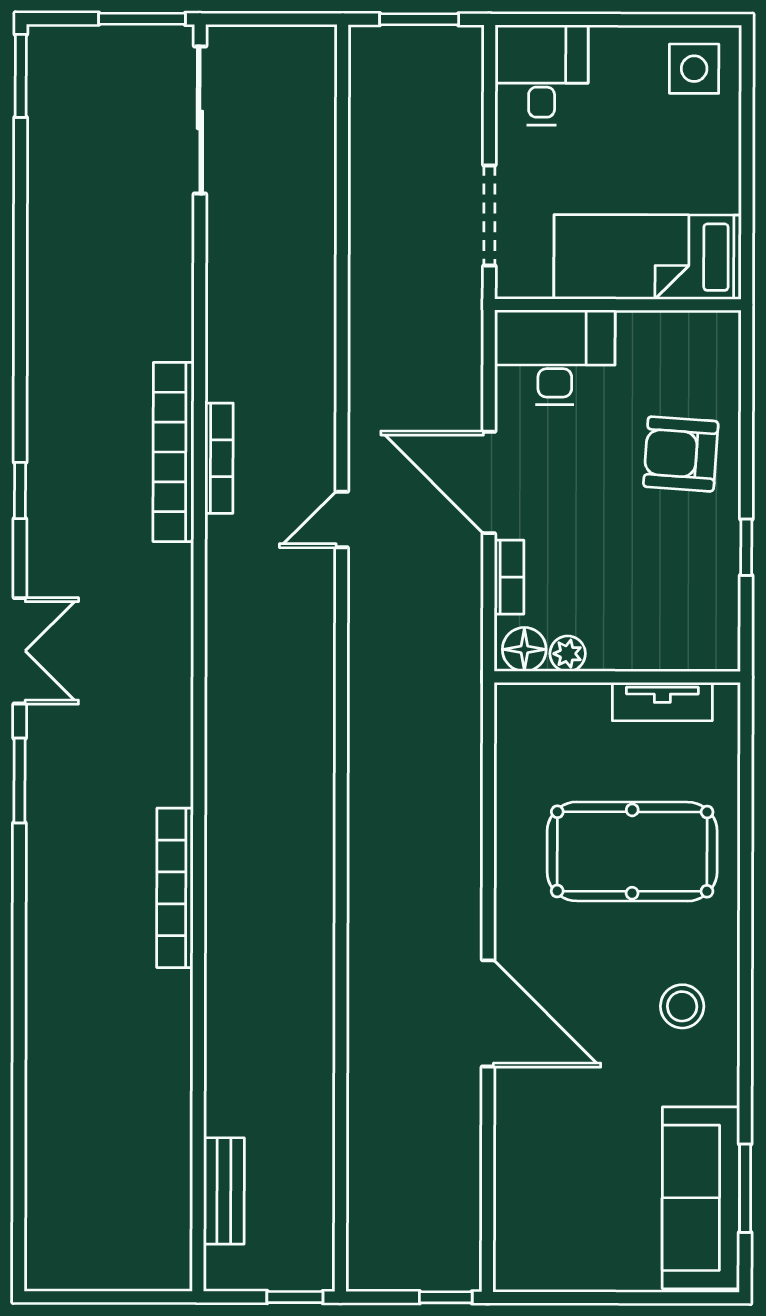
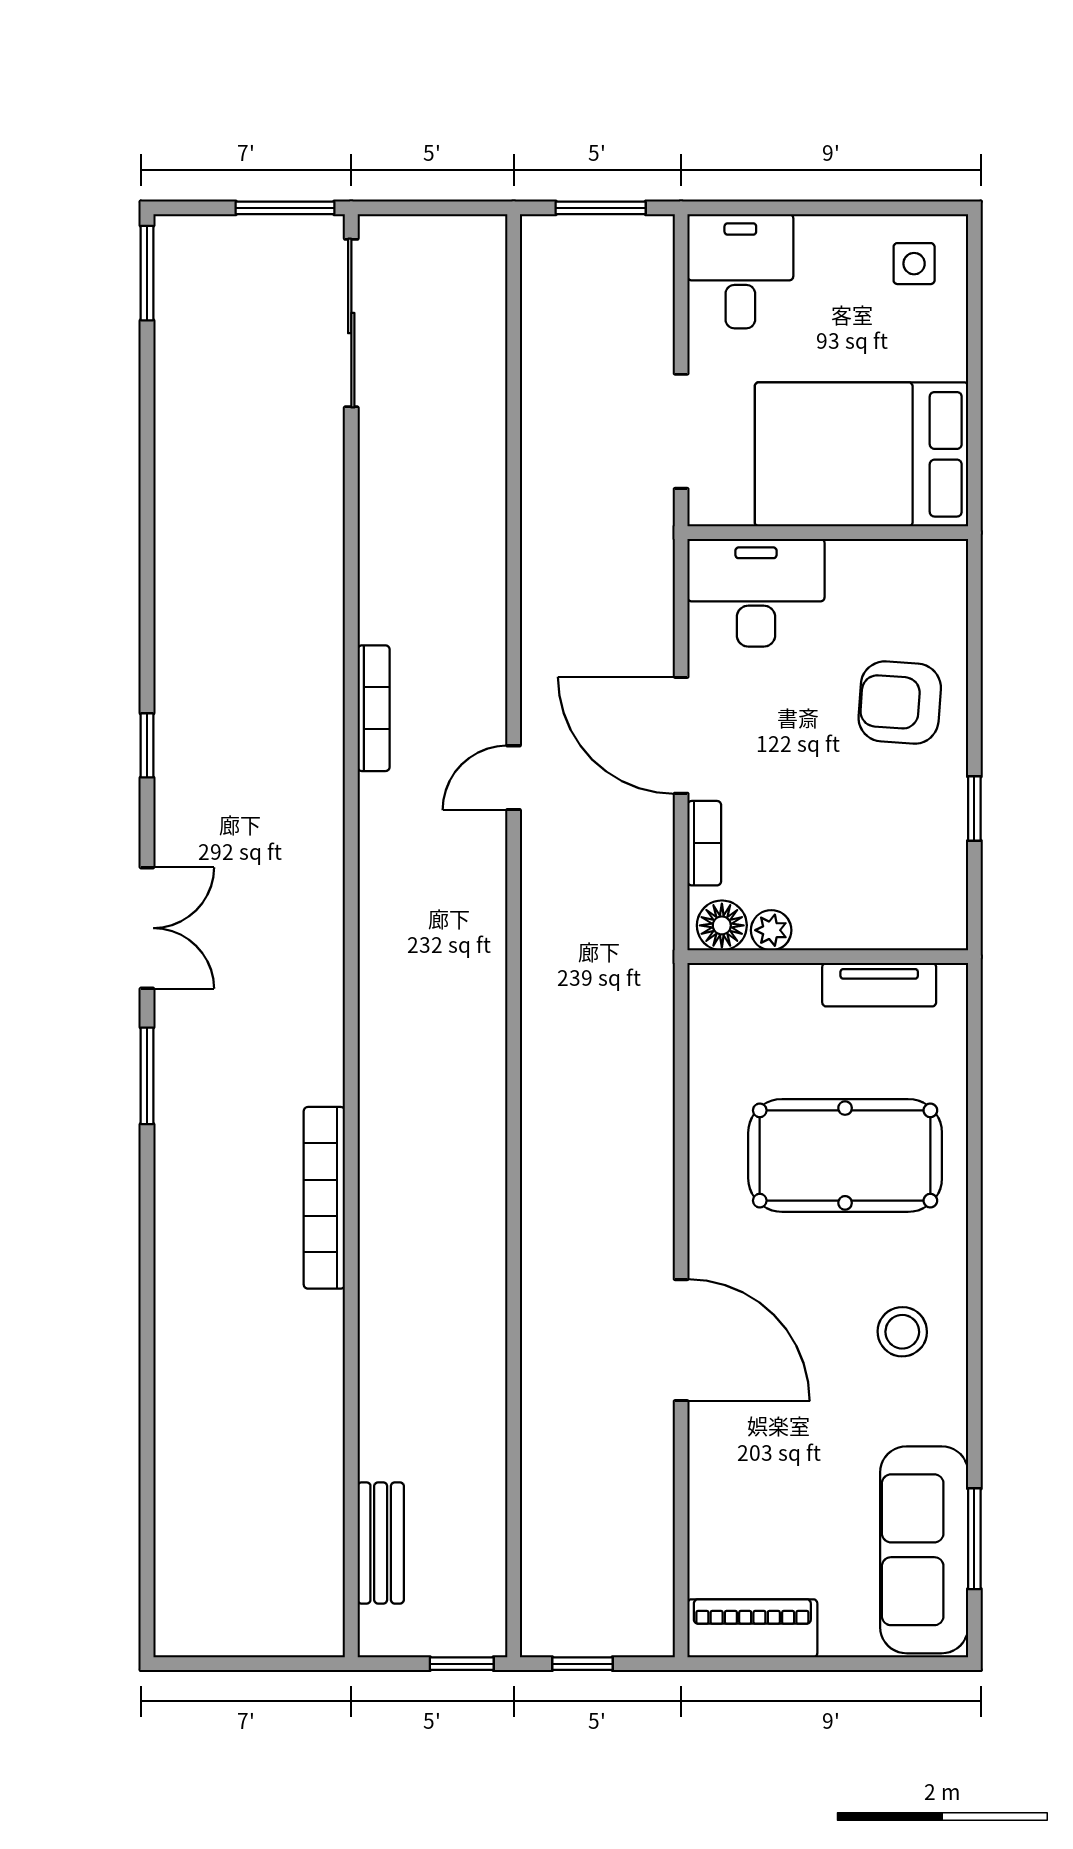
side table: (694, 69) -> (914, 264), width x0.73, depth x0.73
bed: (648, 257) -> (861, 454), width x1.50
bookcase: (173, 452) -> (322, 701), removed
piano: (550, 1266) -> (752, 1628), added
window: (446, 1297) -> (582, 1664), moved

